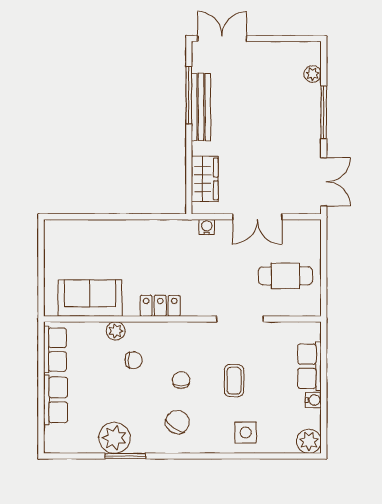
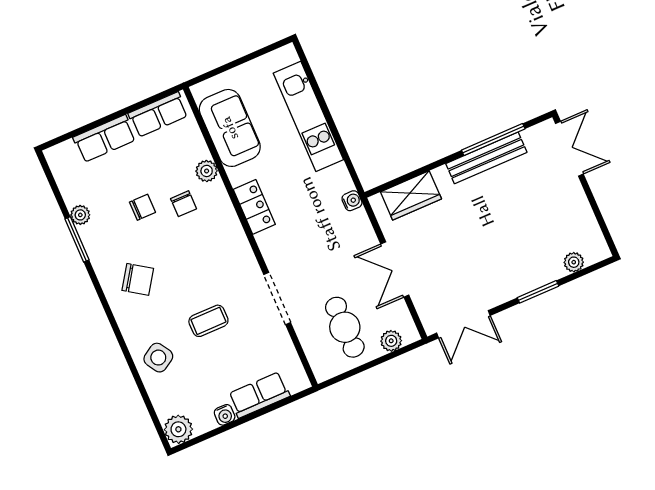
window: (324, 112) -> (538, 292), width x0.69
water cooler: (207, 227) -> (352, 201), moved
kitchen unit: (108, 232) -> (308, 116), added
plant: (312, 244) -> (391, 341), added
chair: (181, 380) -> (142, 207), moved
side table: (246, 432) -> (158, 358), turned -32
plant: (114, 438) -> (80, 215), width x0.53, depth x0.53

